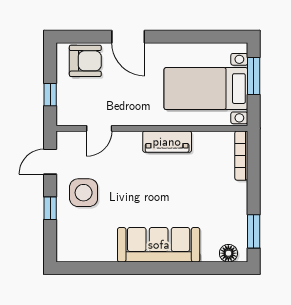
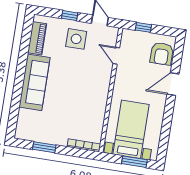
piano: (167, 142) -> (37, 38), moved, turned 180
window: (254, 231) -> (44, 147), moved
floor lamp: (228, 253) -> (22, 127), removed

